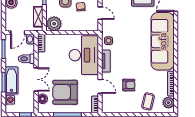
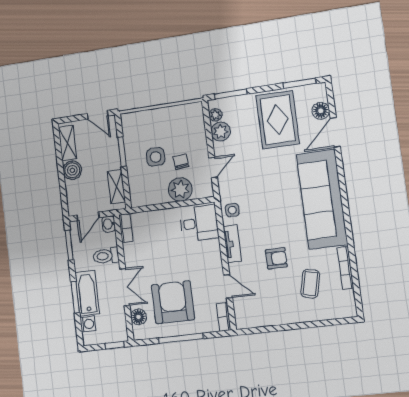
door: (100, 13) -> (213, 168), hinge flipped
plant: (54, 24) -> (180, 189), moved
desk: (84, 55) -> (199, 223), width x0.53, depth x0.77
armchair: (129, 85) -> (276, 258), moved
armchair: (65, 92) -> (173, 302), turned 90
coffee table: (148, 101) -> (310, 284), moved
plant: (168, 103) -> (346, 300), removed

